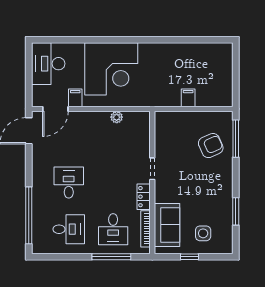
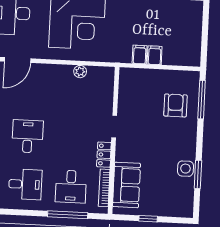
filing cabinet: (75, 98) -> (140, 55), moved
armchair: (211, 146) -> (175, 105), turned -66
side table: (203, 233) -> (185, 169), moved

